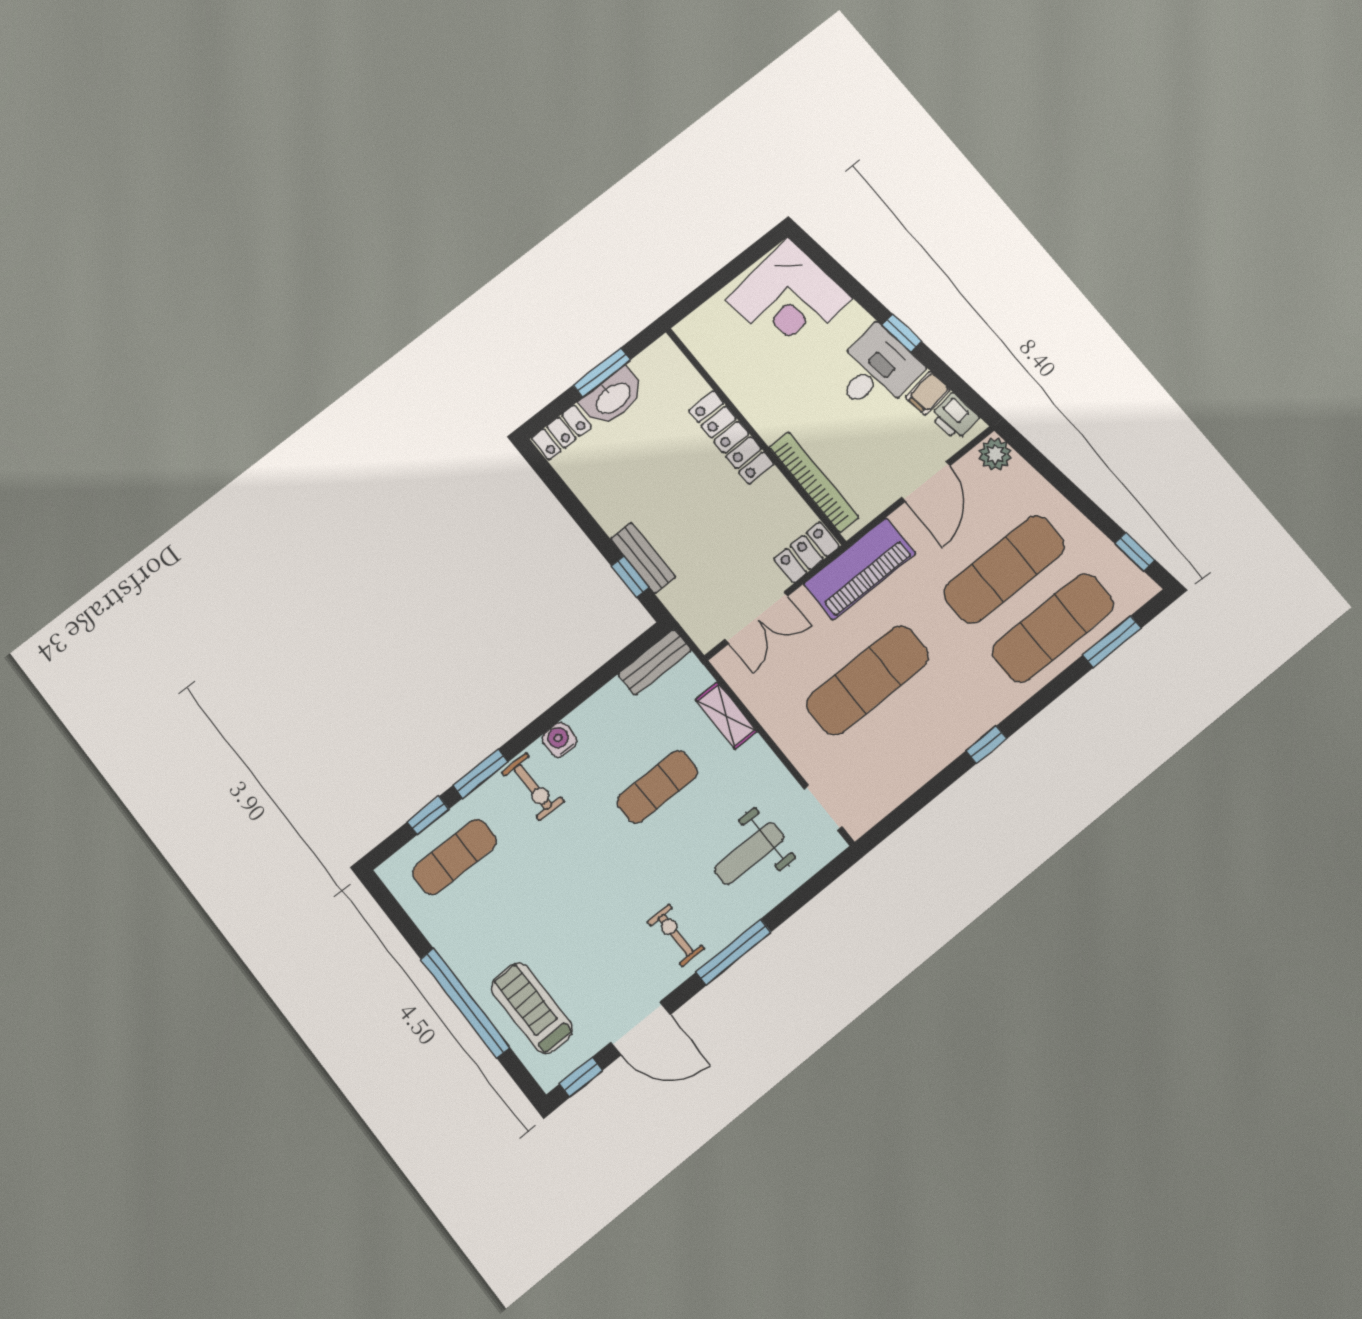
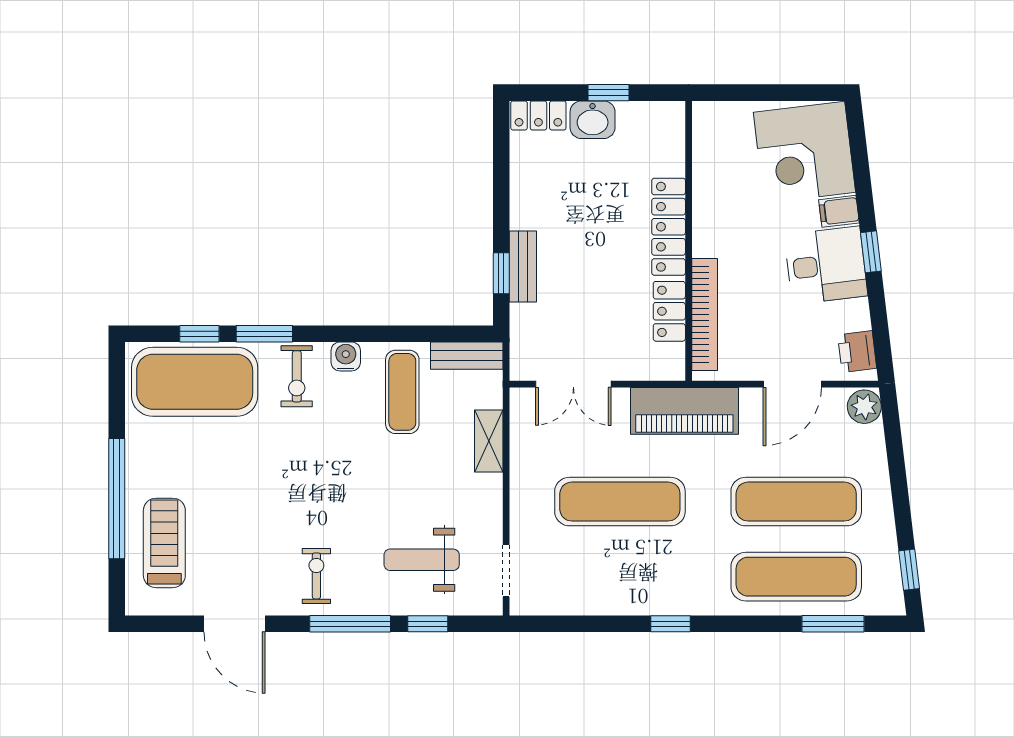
window: (602, 373) -> (609, 93), width x0.67
filing cabinet: (928, 393) -> (839, 211), moved
washbasin: (613, 397) -> (593, 120), width x0.72
locker: (807, 553) -> (669, 311), moved, turned -90
exercise mat: (657, 787) -> (402, 392), moved, turned 90
exercise mat: (455, 857) -> (195, 382), width x2.00, depth x1.45
window: (581, 1077) -> (428, 624), moved

